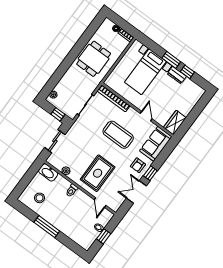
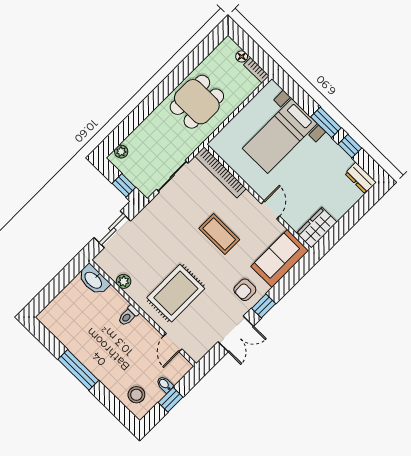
dresser: (177, 75) -> (361, 178), moved
coffee table: (118, 135) -> (219, 234), width x0.73, depth x0.76
double door: (136, 192) -> (236, 334), swing flipped
stool: (40, 198) -> (136, 395), moved

